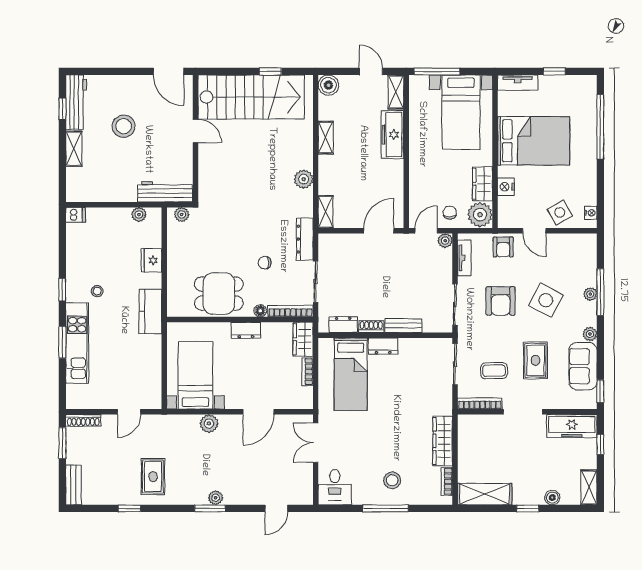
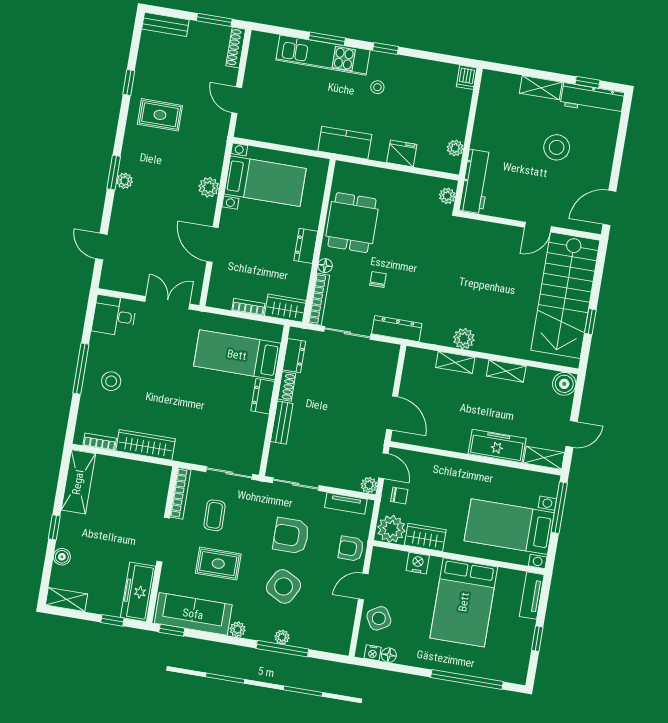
floor lamp: (590, 198) -> (389, 655), added
shelving: (326, 212) -> (455, 362), moved
sofa: (583, 366) -> (193, 614), width x1.36

